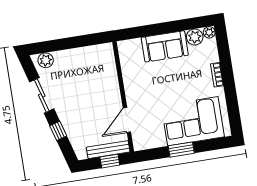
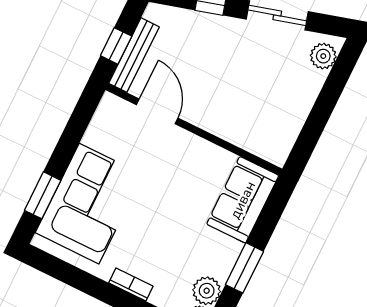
window: (171, 27) -> (244, 268), added
sofa: (165, 46) -> (243, 200), moved
window: (181, 150) -> (43, 195), moved

